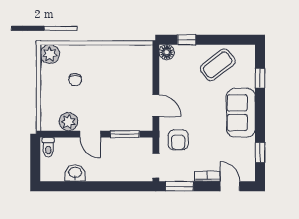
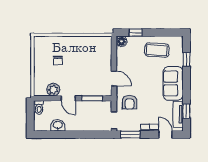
plant: (50, 54) -> (40, 43), removed
coffee table: (218, 65) -> (157, 50), turned 42
tv unit: (248, 157) -> (178, 114), added

